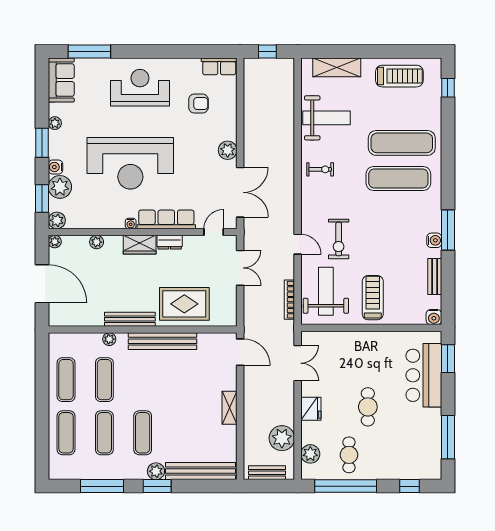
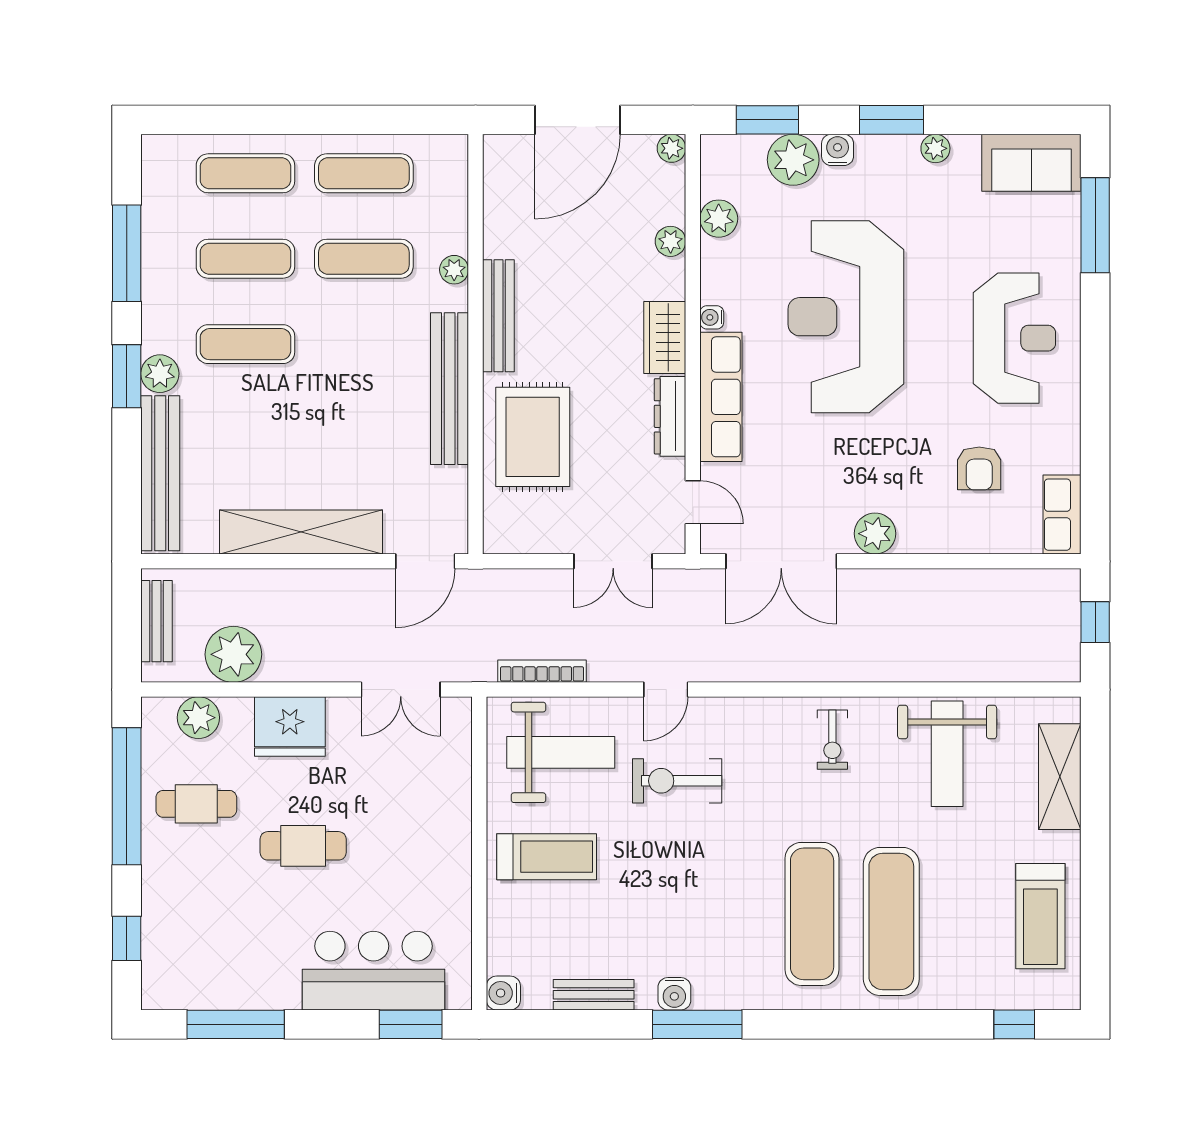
plant: (57, 220) -> (719, 219), moved
dresser: (170, 242) -> (670, 416), width x1.44
shelving: (229, 408) -> (301, 532), width x2.20, depth x1.33
fridge: (311, 409) -> (290, 727), width x1.36, depth x1.34

